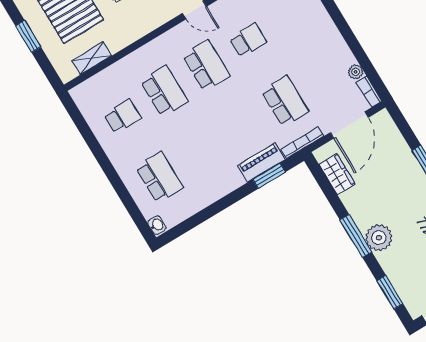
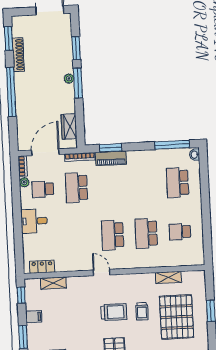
desk: (316, 29) -> (34, 221), added
school desk: (248, 40) -> (43, 189), moved
shelving: (92, 58) -> (168, 277), moved
window: (193, 222) -> (172, 145), added
plant: (379, 238) -> (69, 78), width x0.53, depth x0.53
window: (390, 292) -> (76, 48), moved

